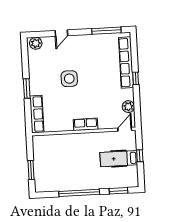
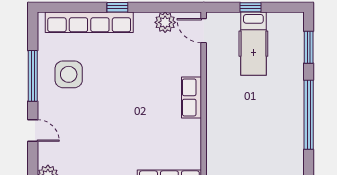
window: (106, 31) -> (33, 76), moved
side table: (69, 79) -> (69, 74), moved

